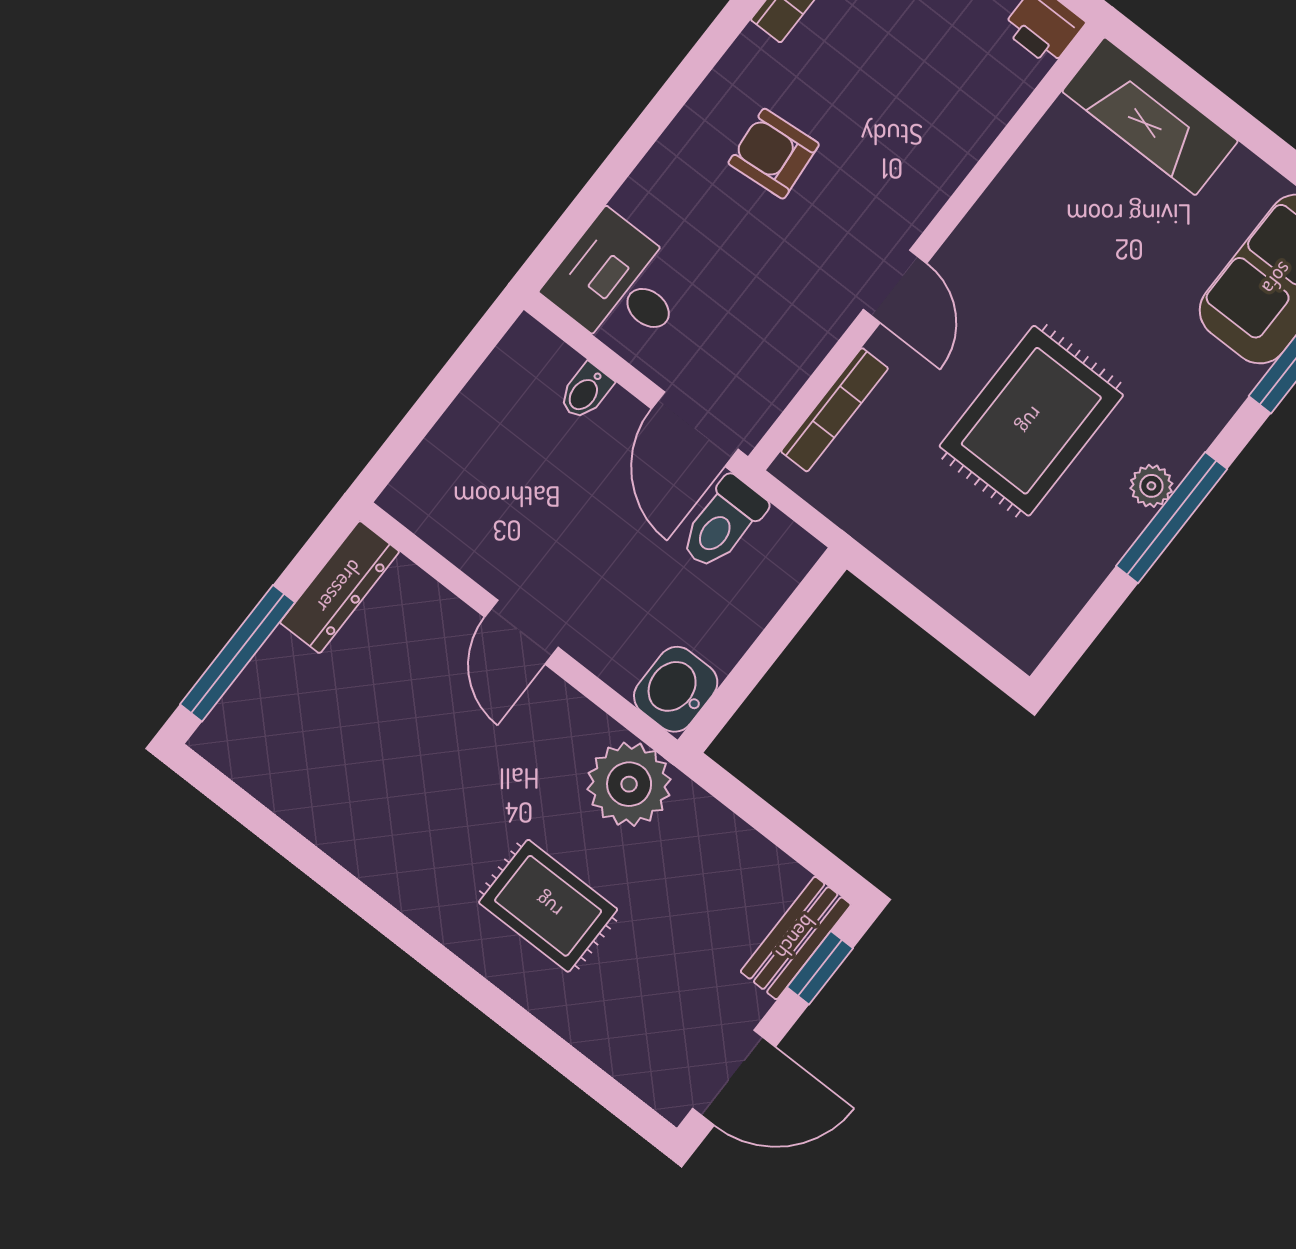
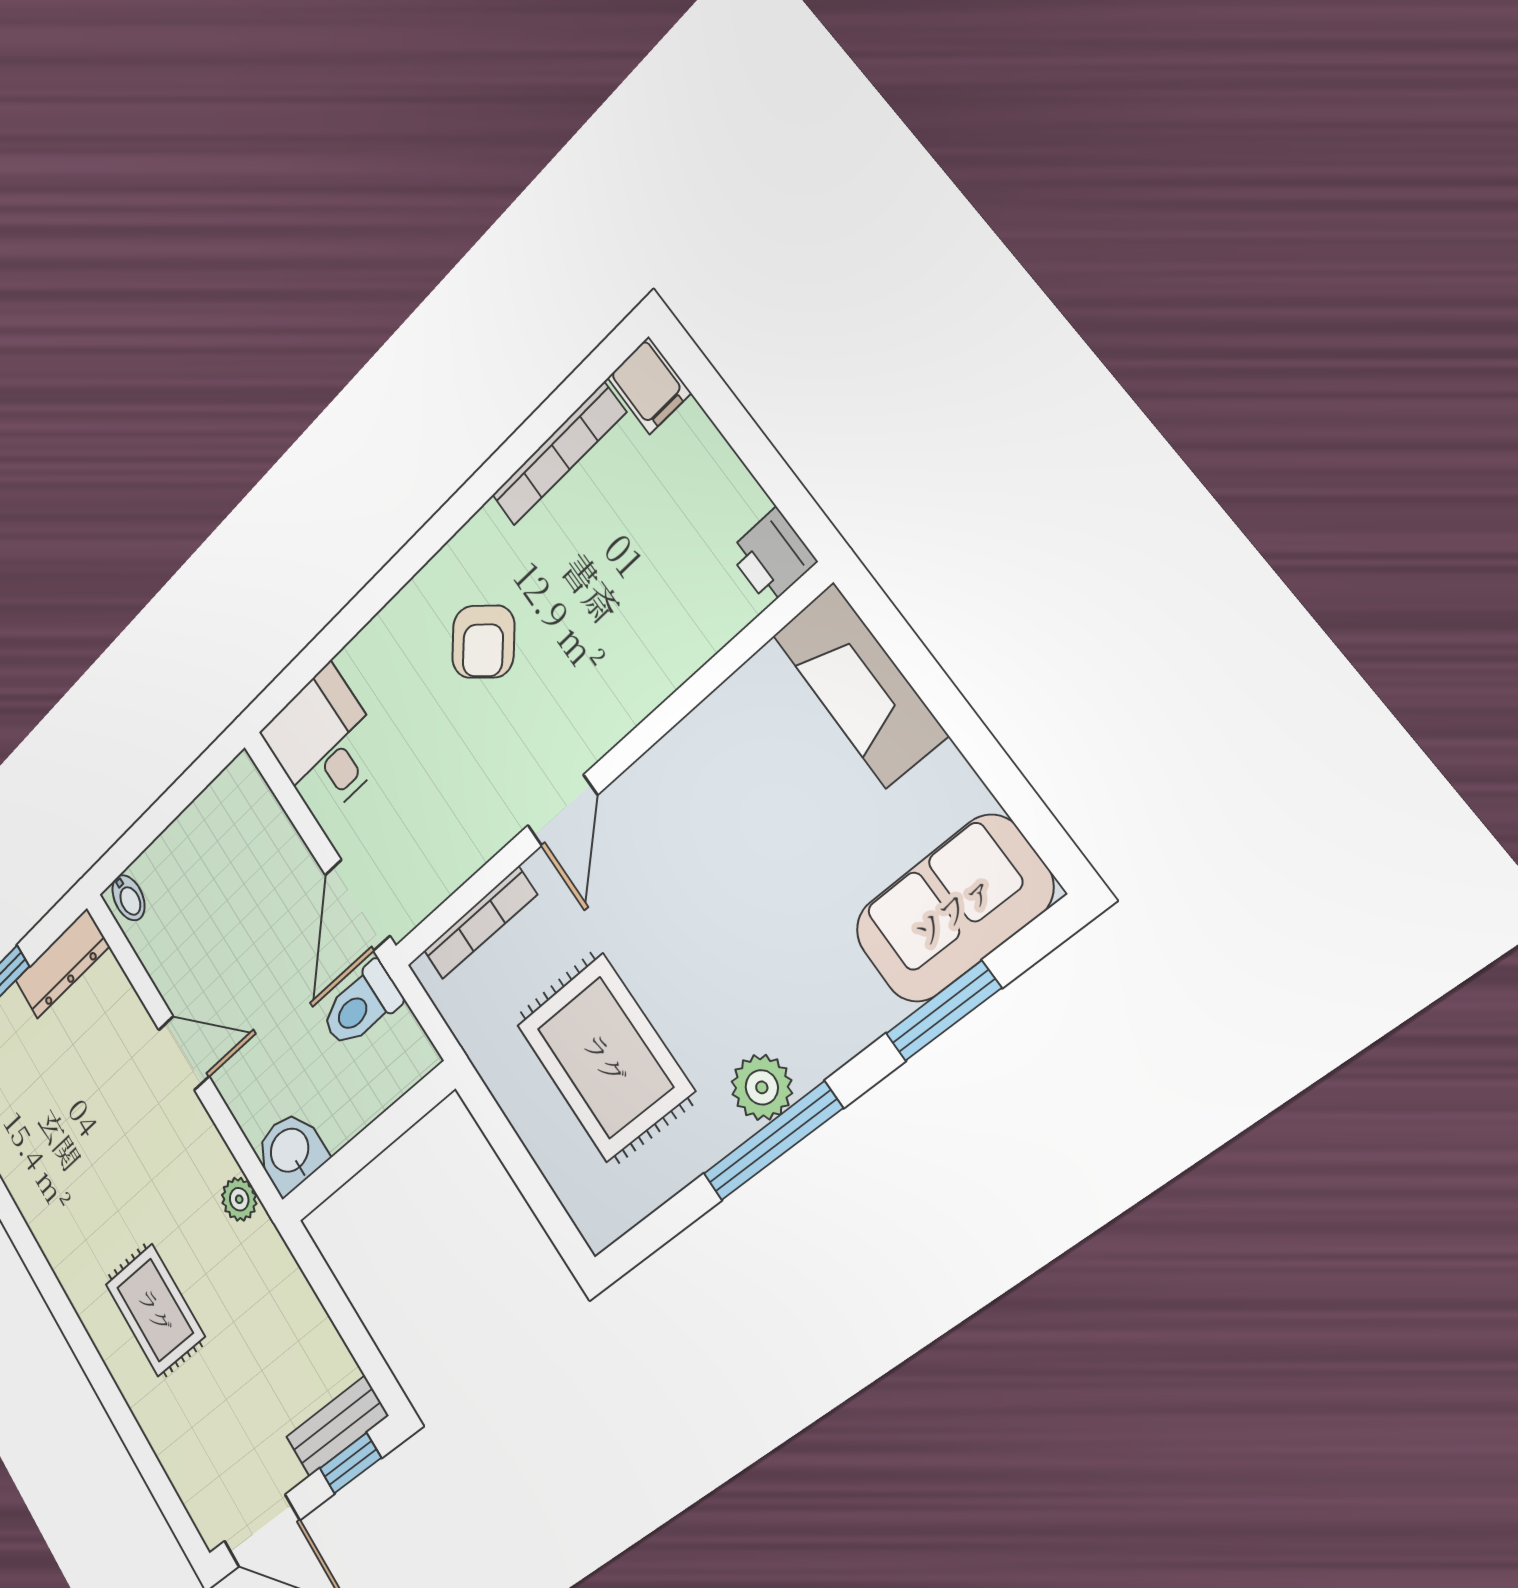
armchair: (774, 154) -> (483, 642), turned -135
bidet: (586, 392) -> (128, 898), moved, turned -90
rug: (1031, 421) -> (605, 1058), moved, turned 90
plant: (1151, 486) -> (762, 1087), width x1.38, depth x1.38
door: (521, 632) -> (184, 1053), swing flipped
plant: (629, 784) -> (239, 1199), width x0.53, depth x0.53

